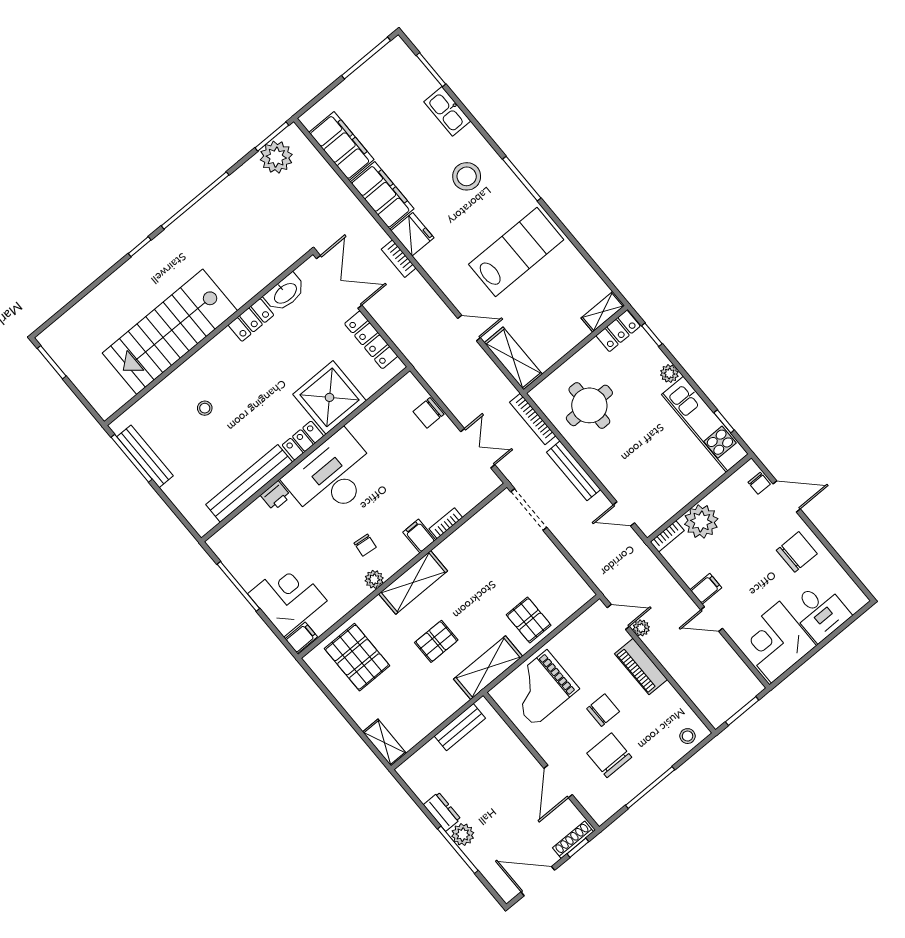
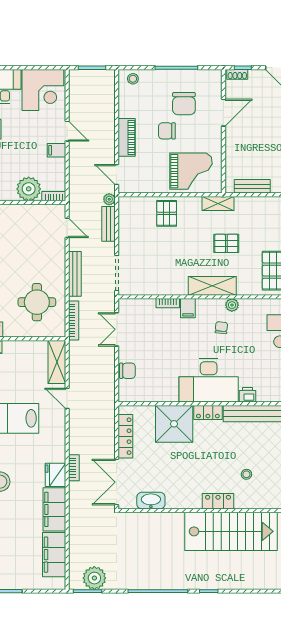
locker: (251, 320) -> (218, 501), moved
bench: (582, 556) -> (108, 224), added
plant: (641, 628) -> (109, 199), moved
shelving: (488, 668) -> (218, 203), width x0.67, depth x0.75
shoe rack: (573, 840) -> (237, 74), width x0.70

